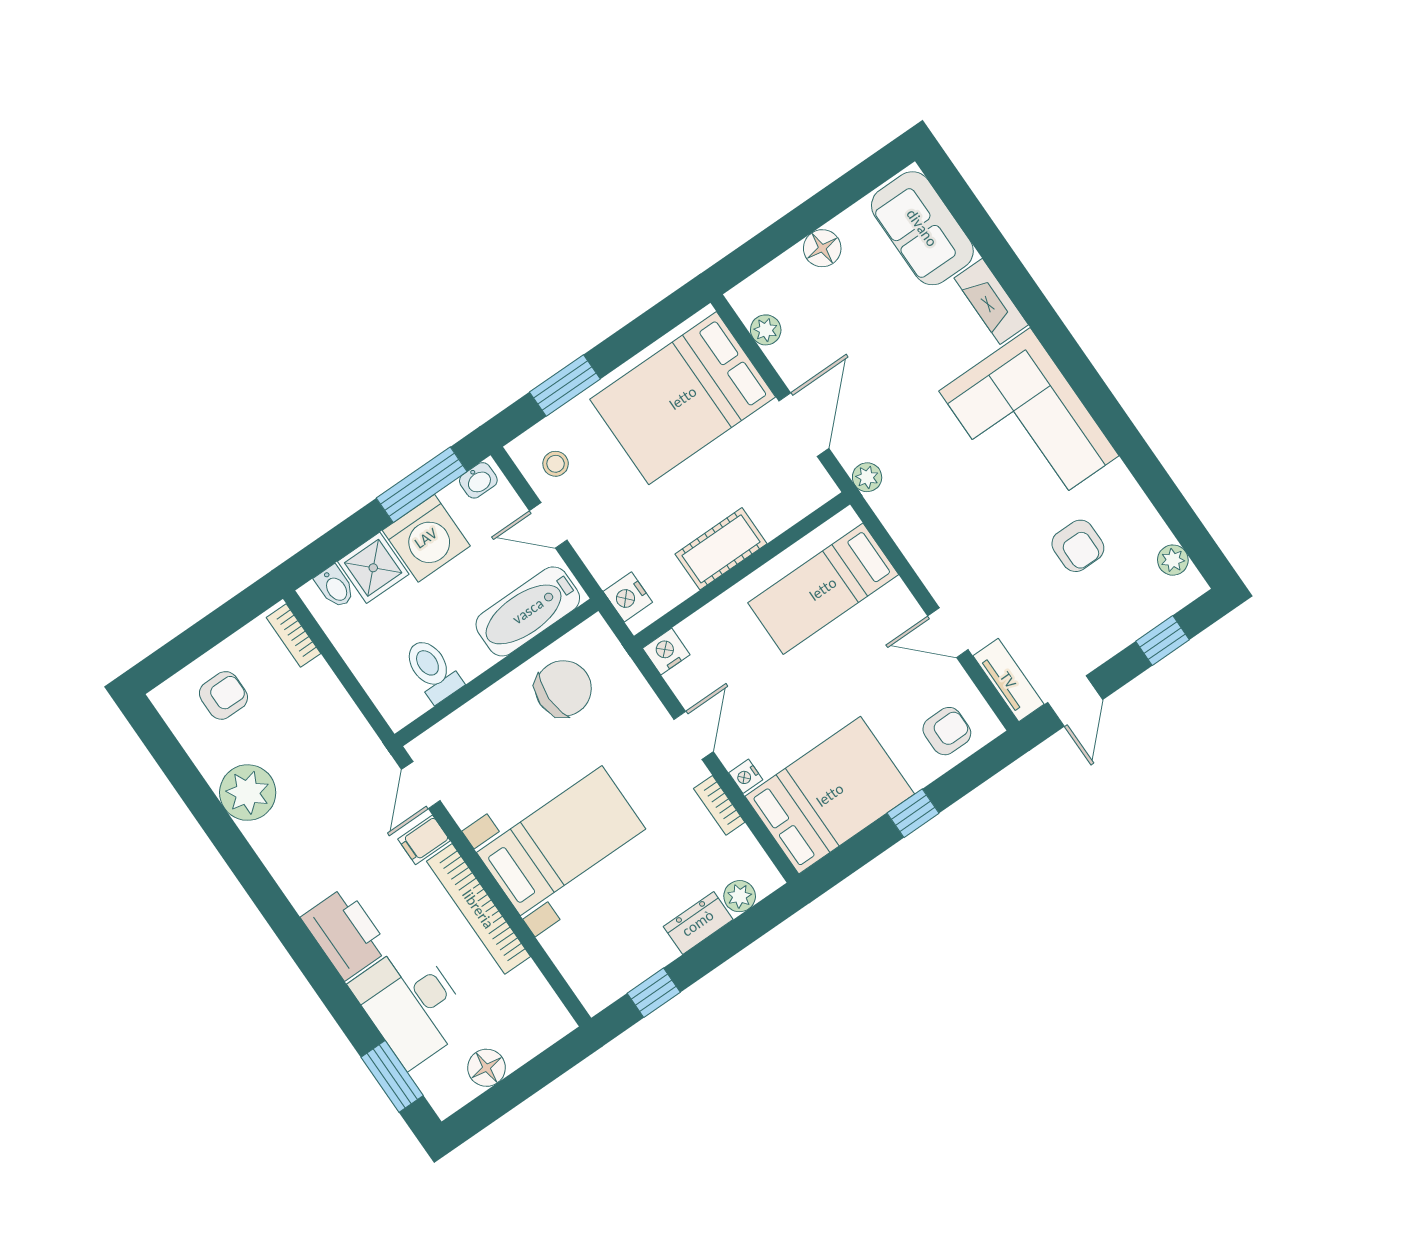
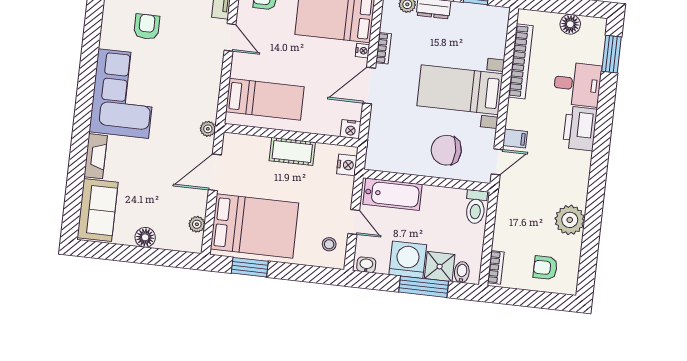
window: (565, 386) -> (250, 267), moved
window: (422, 485) -> (424, 287), moved
toilet: (432, 670) -> (476, 207), moved
chair: (563, 688) -> (446, 150), moved
door: (694, 735) -> (369, 86), width x1.38
bookcase: (478, 909) -> (521, 61), moved
desk: (411, 1004) -> (577, 84), width x0.73

